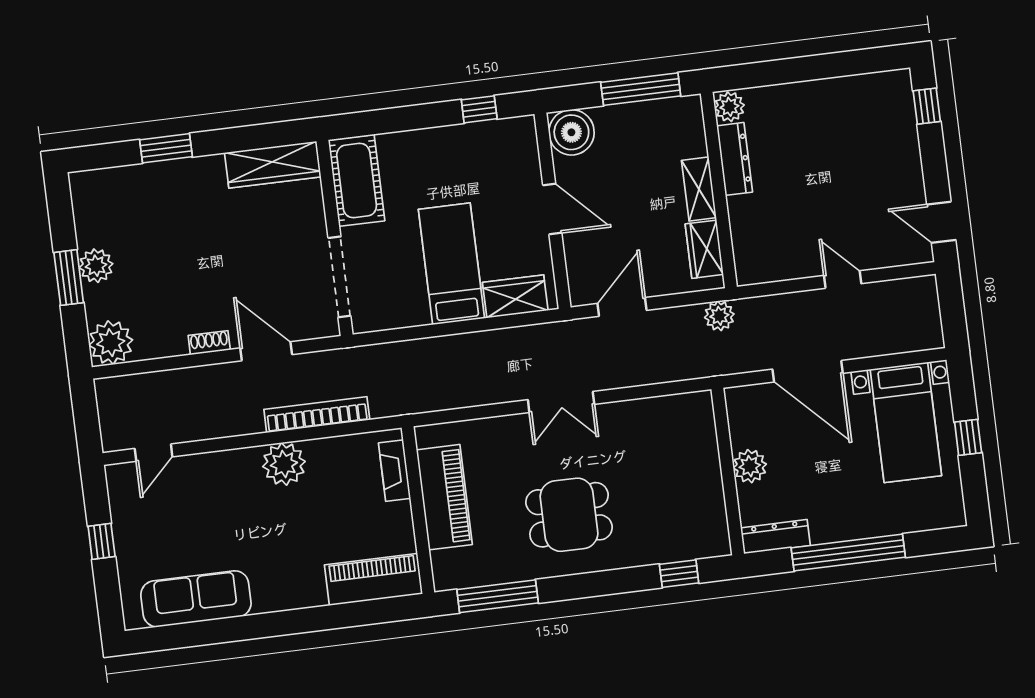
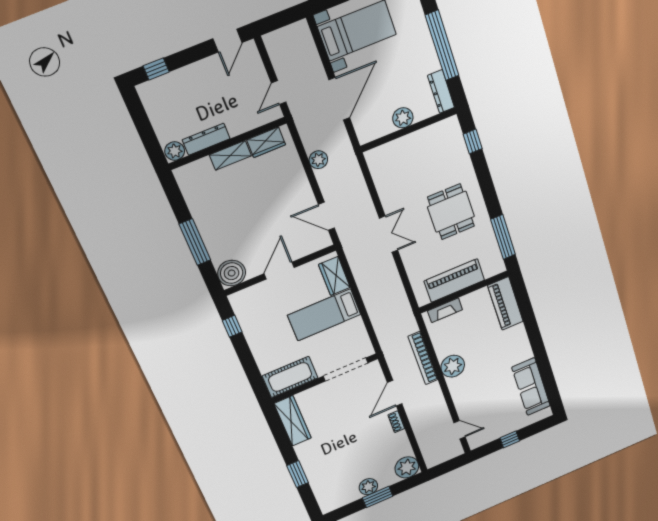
plant: (729, 107) -> (175, 151), moved
dresser: (735, 159) -> (206, 139), moved
shelving: (699, 189) -> (230, 155), moved
wall: (719, 190) -> (228, 143), moved
wardrobe: (704, 249) -> (266, 142), moved

